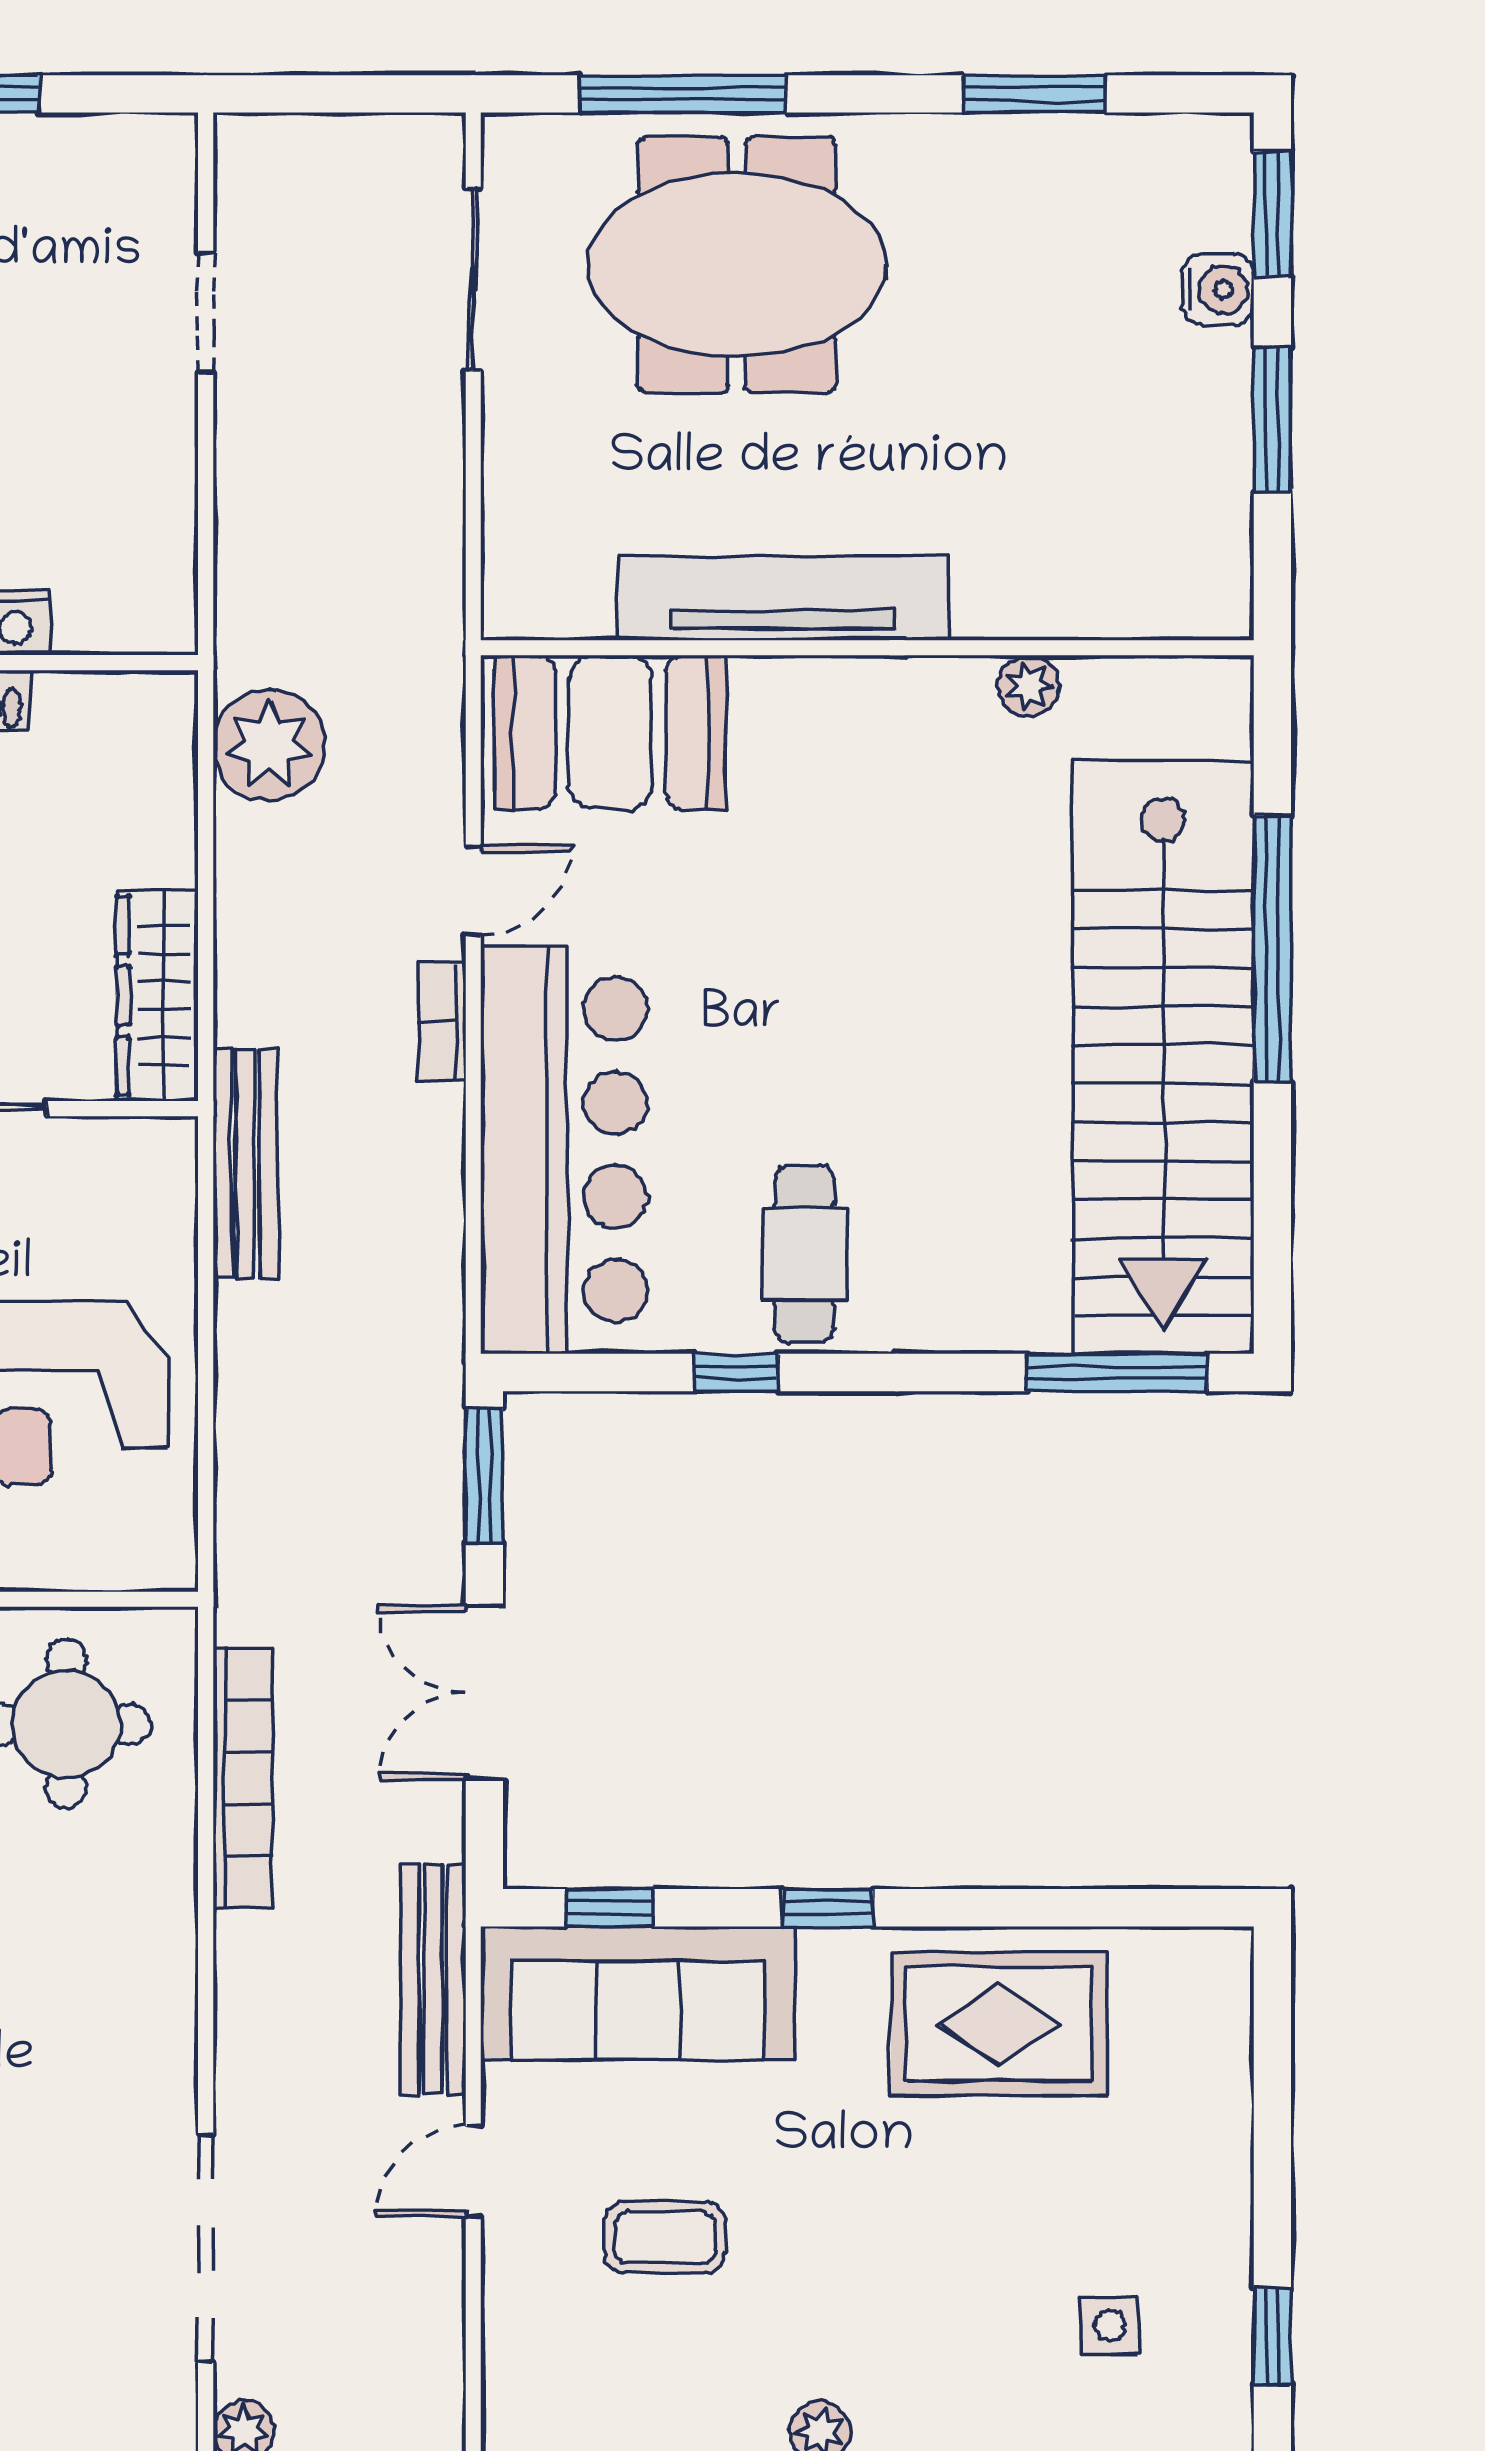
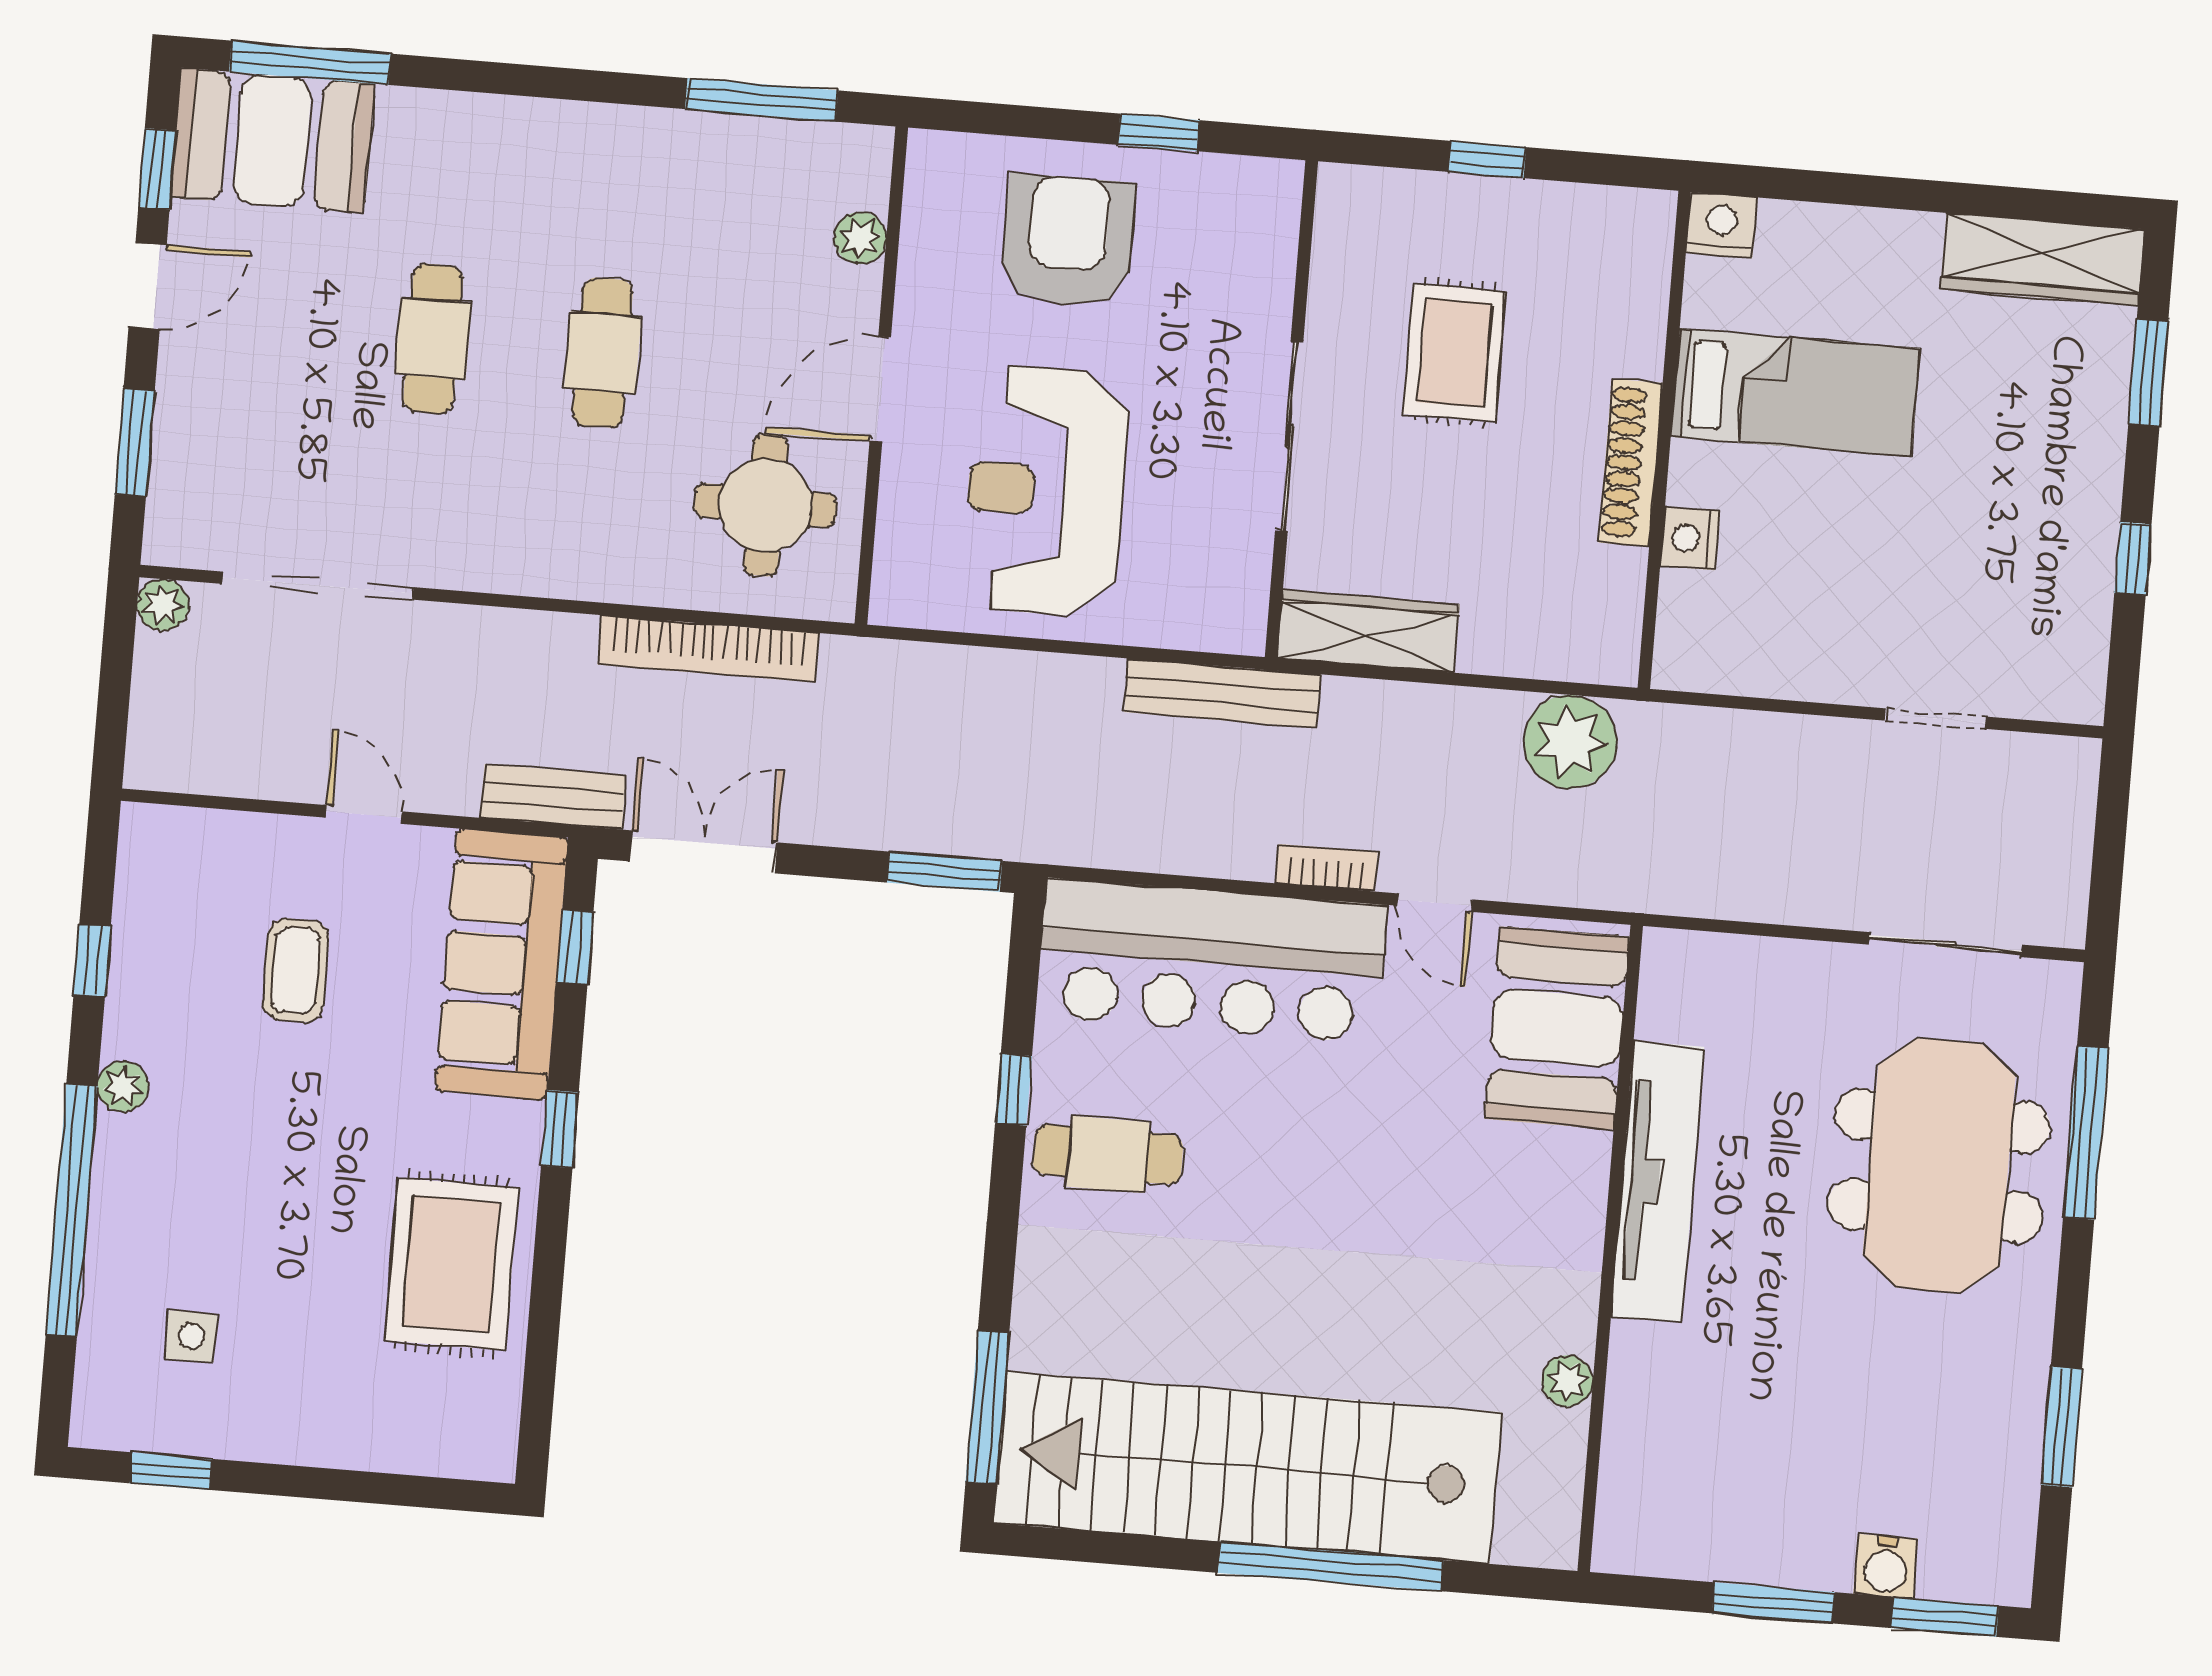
double door: (484, 1693) -> (703, 852), moved
bench: (433, 1979) -> (553, 797), width x0.73

